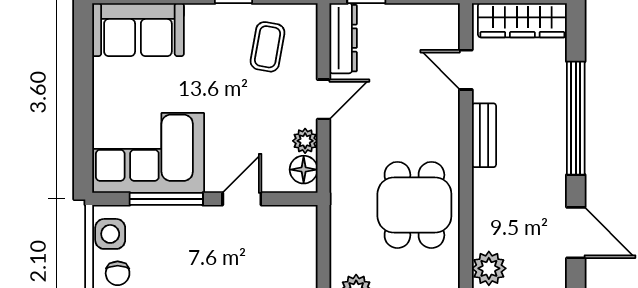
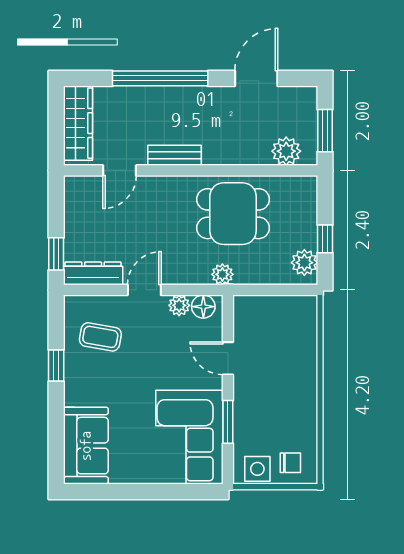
door: (323, 99) -> (144, 290), hinge flipped
plant: (342, 192) -> (222, 274), added
window: (166, 199) -> (228, 422), width x0.69

